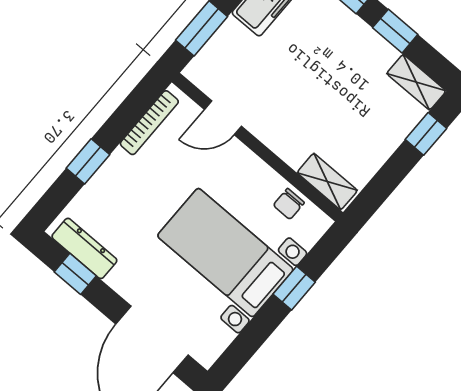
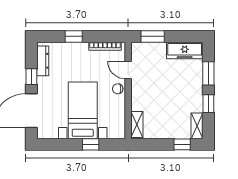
chair: (289, 204) -> (118, 89), moved
window: (75, 274) -> (31, 77), moved

